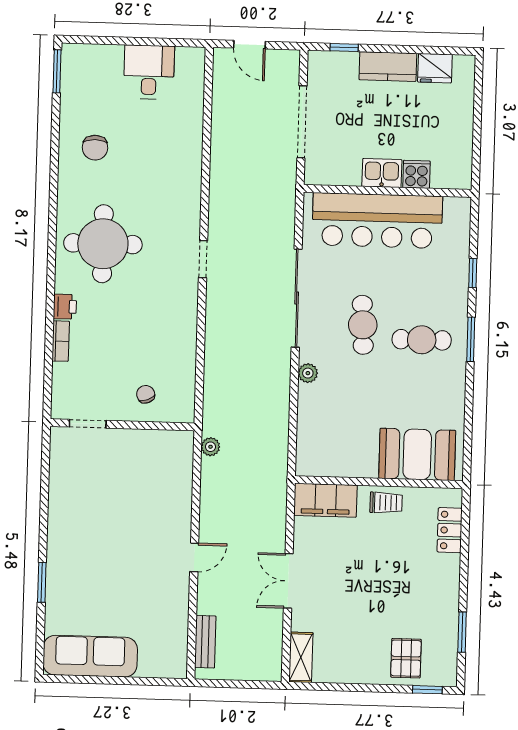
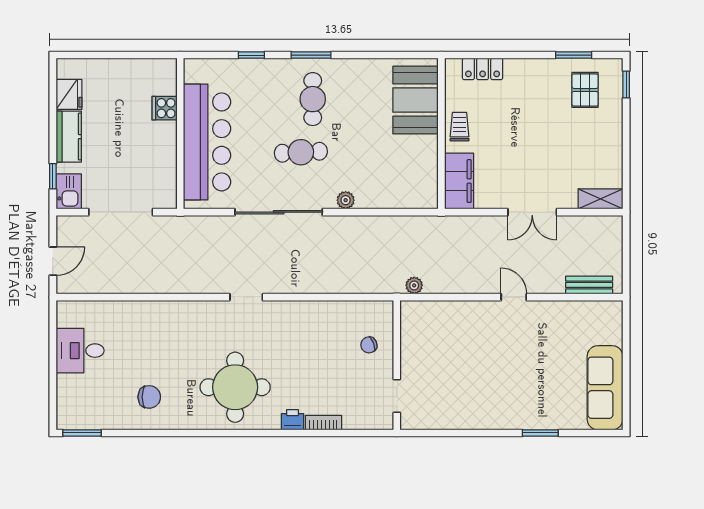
kitchen sink: (382, 173) -> (69, 191), moved, turned 180
pallet: (406, 658) -> (585, 90), moved, turned 90

